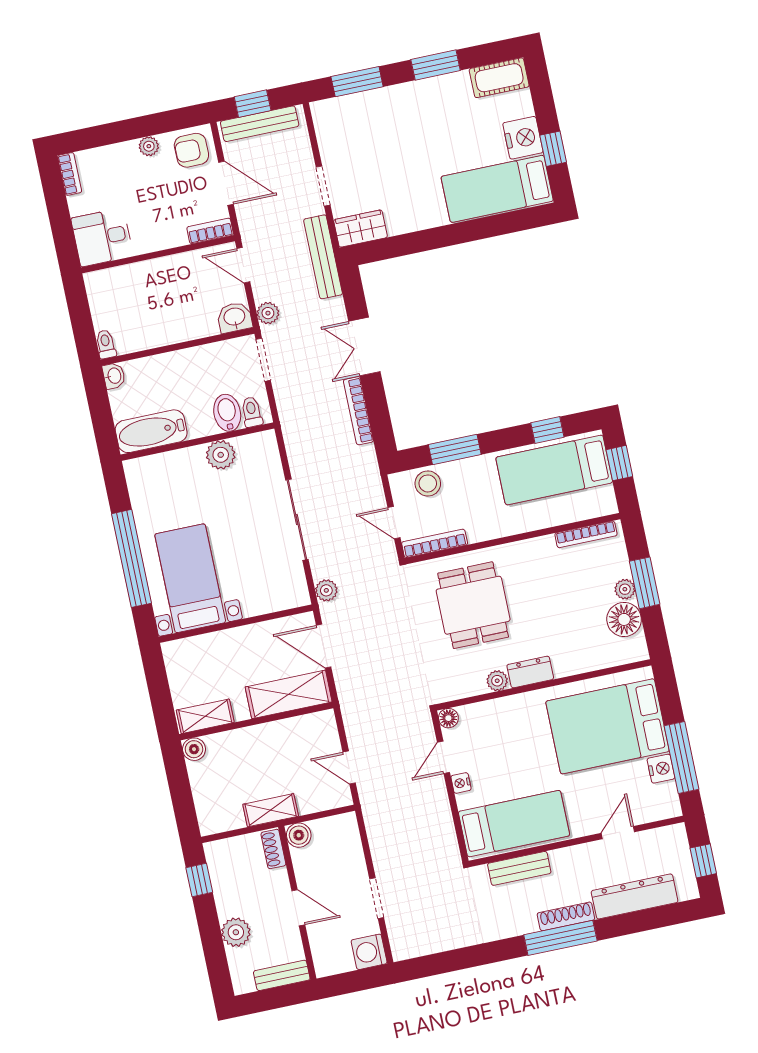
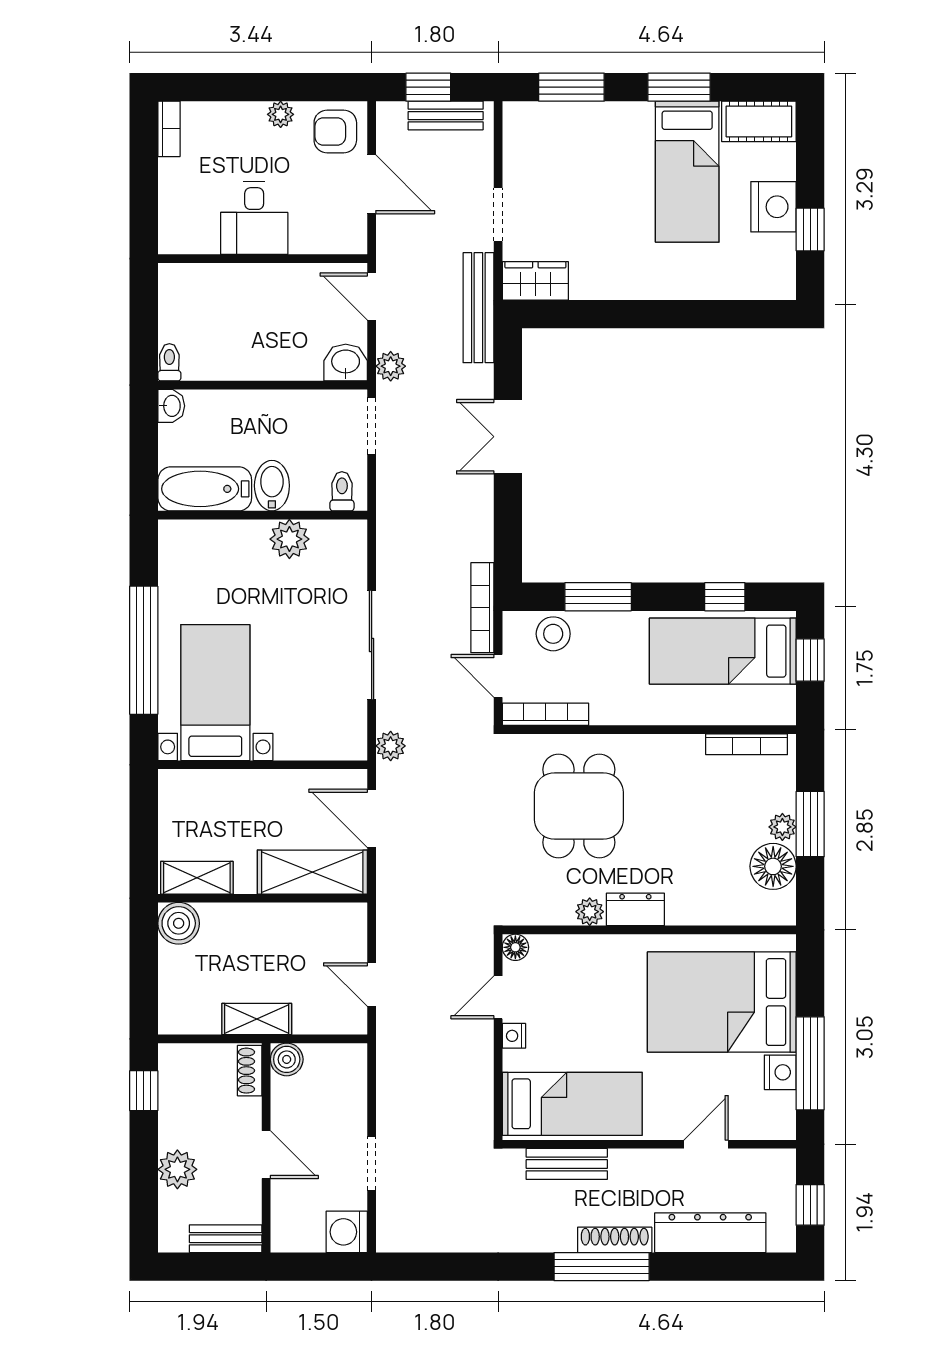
bench: (260, 124) -> (446, 116), width x0.73
bed: (497, 189) -> (687, 172), moved, turned -90
bookcase: (210, 231) -> (337, 243), removed
desk: (102, 237) -> (254, 218), moved, turned -90
bookcase: (358, 411) -> (482, 608), moved
bidet: (227, 413) -> (272, 486), moved
boiler: (194, 749) -> (179, 923), width x1.36, depth x1.36

